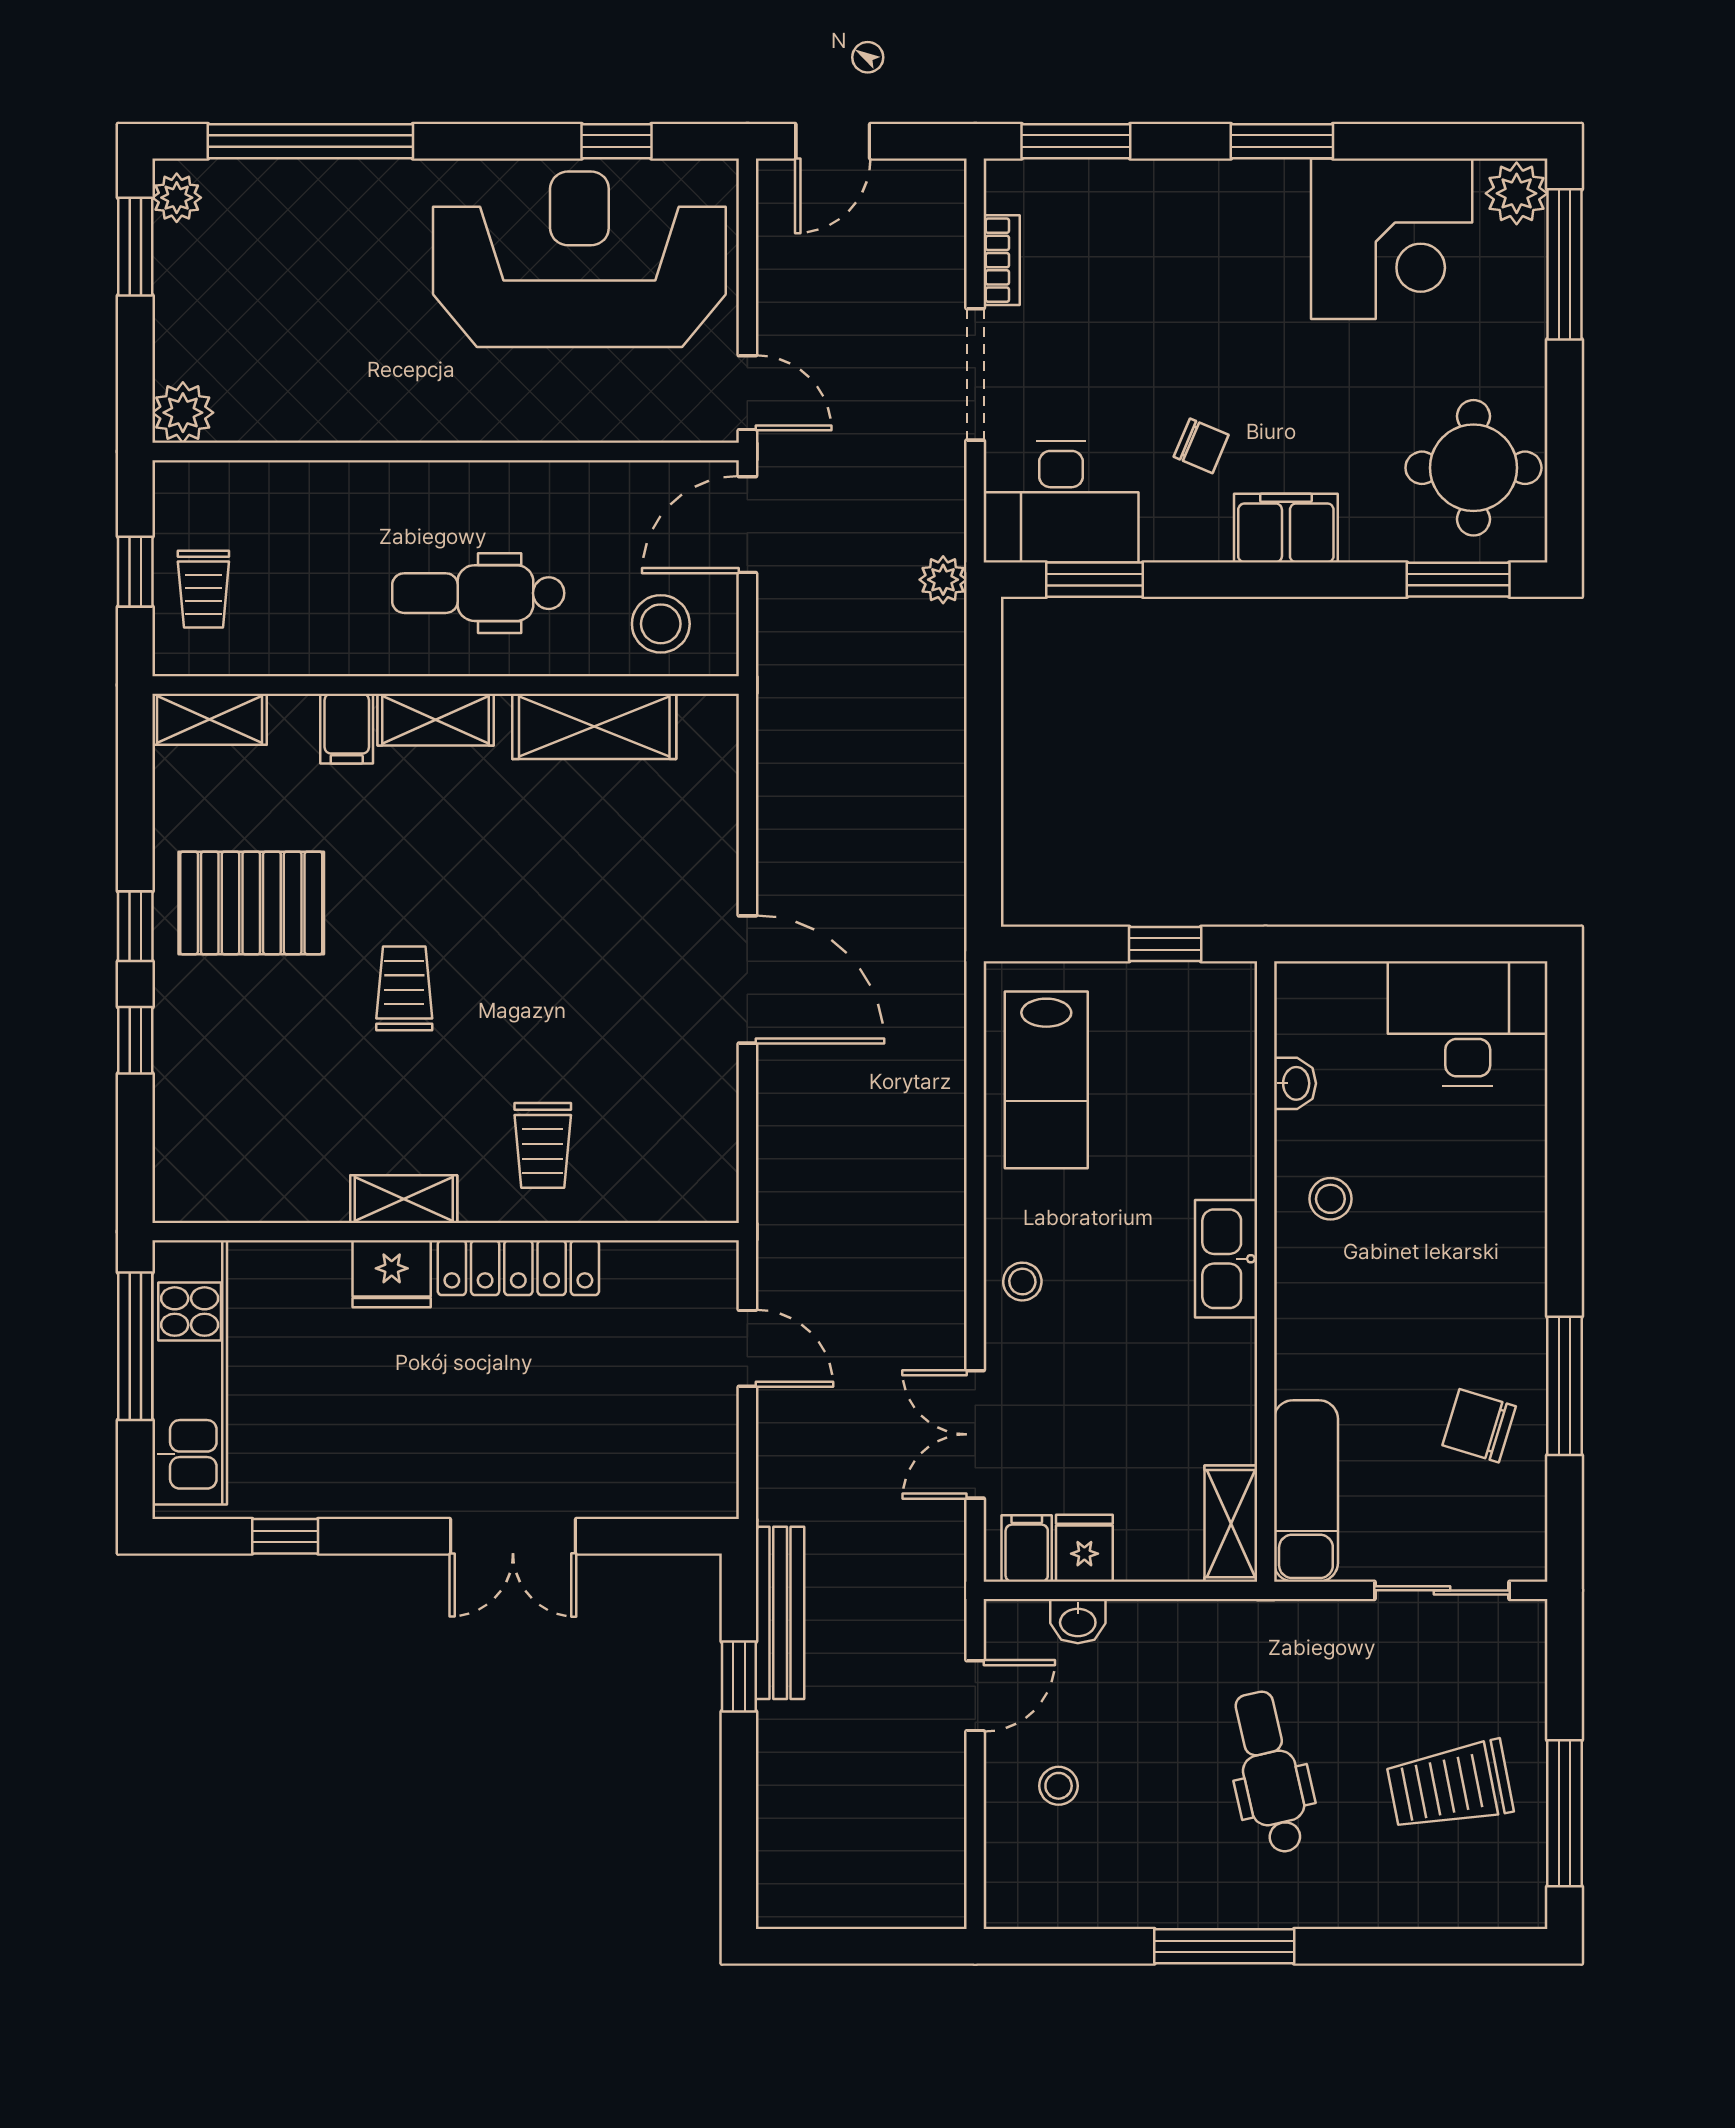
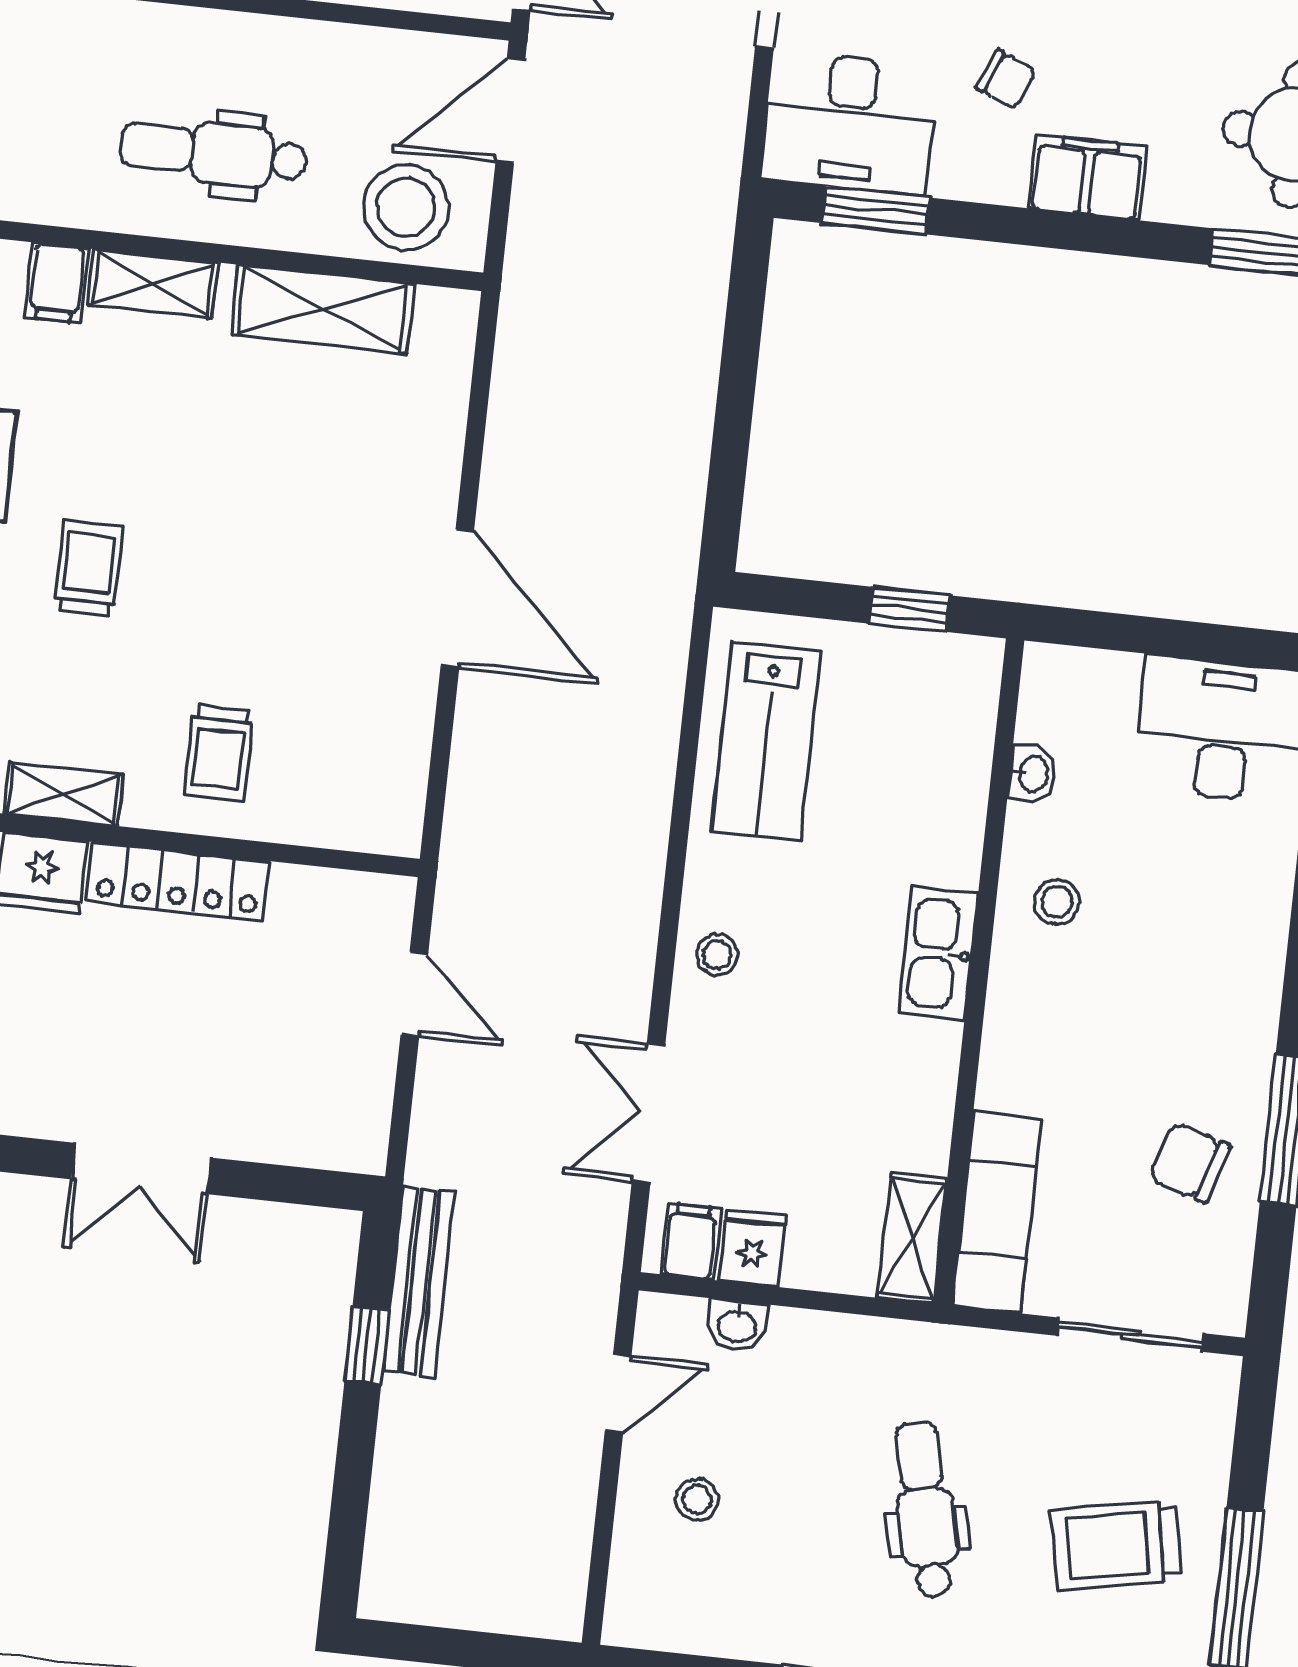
plant: (943, 580) -> (714, 193), removed
stool: (661, 624) -> (406, 207), width x1.38, depth x1.38

